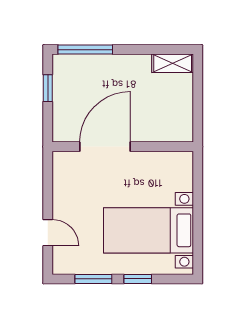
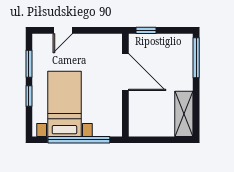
shelving: (173, 63) -> (184, 114), width x1.50, depth x1.33
window: (48, 88) -> (146, 30), moved
window: (198, 210) -> (79, 140), added

